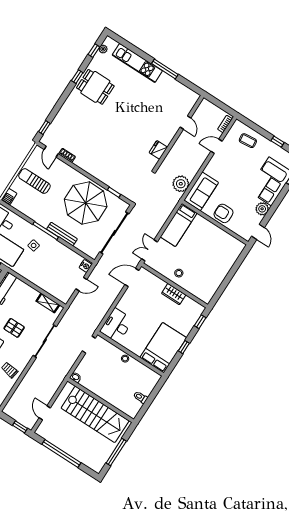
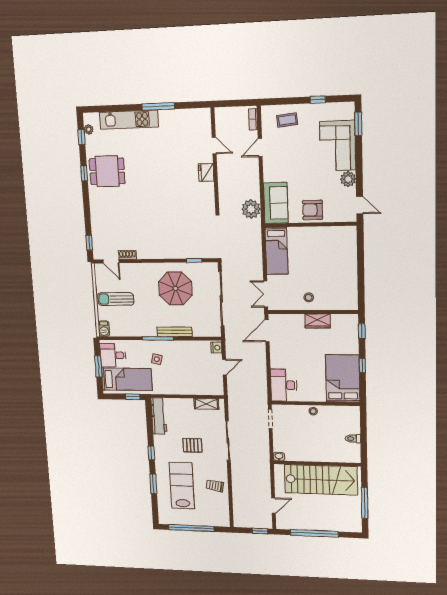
fridge: (158, 150) -> (206, 173), moved
parasol: (86, 203) -> (175, 288), width x0.73, depth x0.73
door: (45, 413) -> (273, 506), swing flipped

